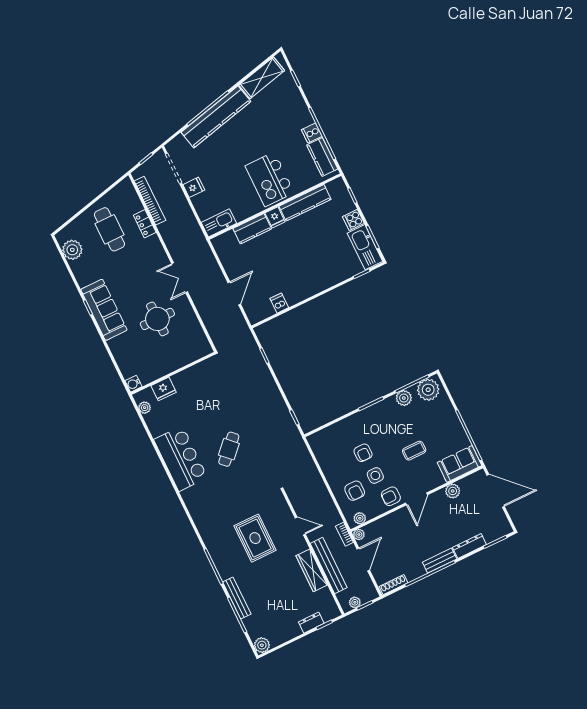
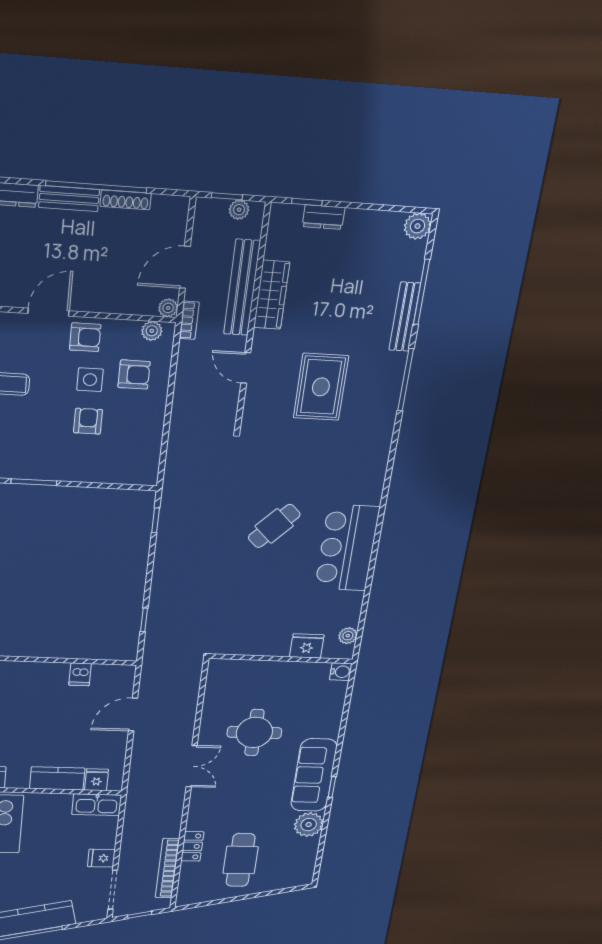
fridge: (275, 217) -> (96, 780), moved
plant: (72, 250) -> (309, 825), moved
armchair: (355, 491) -> (134, 375), turned 90
shoe rack: (393, 585) -> (126, 200), moved

